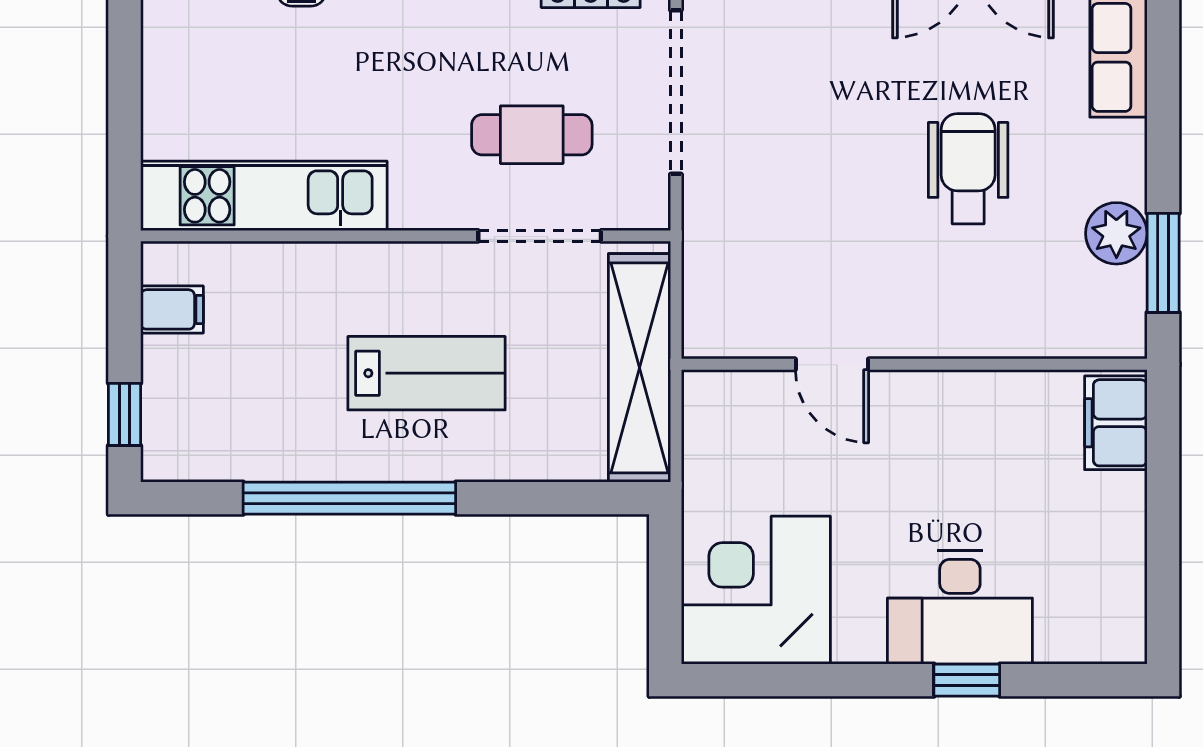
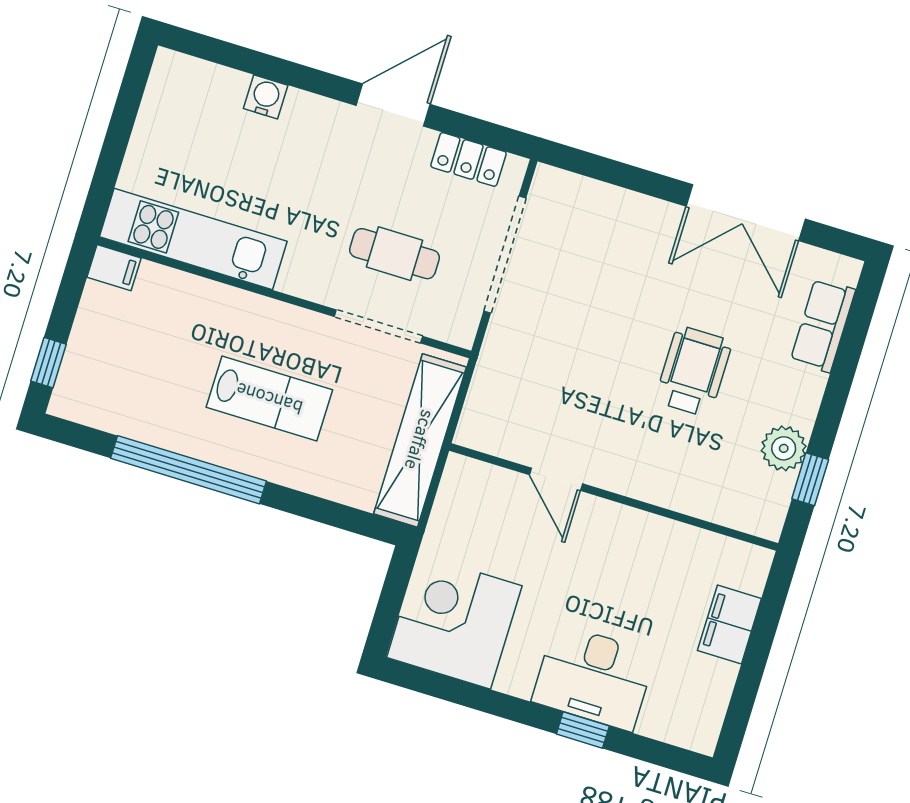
window: (1163, 263) -> (810, 479), width x0.67
filing cabinet: (172, 309) -> (114, 268), moved
filing cabinet: (1116, 423) -> (729, 625), moved

